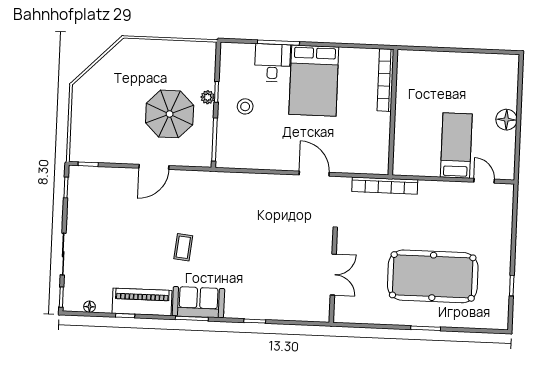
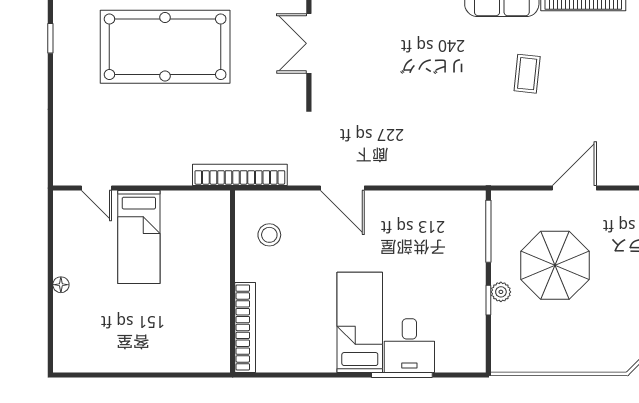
bed: (314, 81) -> (360, 322), width x0.67
stool: (245, 106) -> (269, 235), moved
floor lamp: (506, 120) -> (61, 285), width x0.53, depth x0.53

